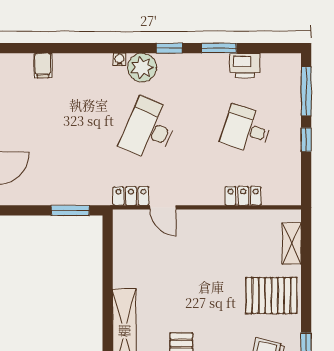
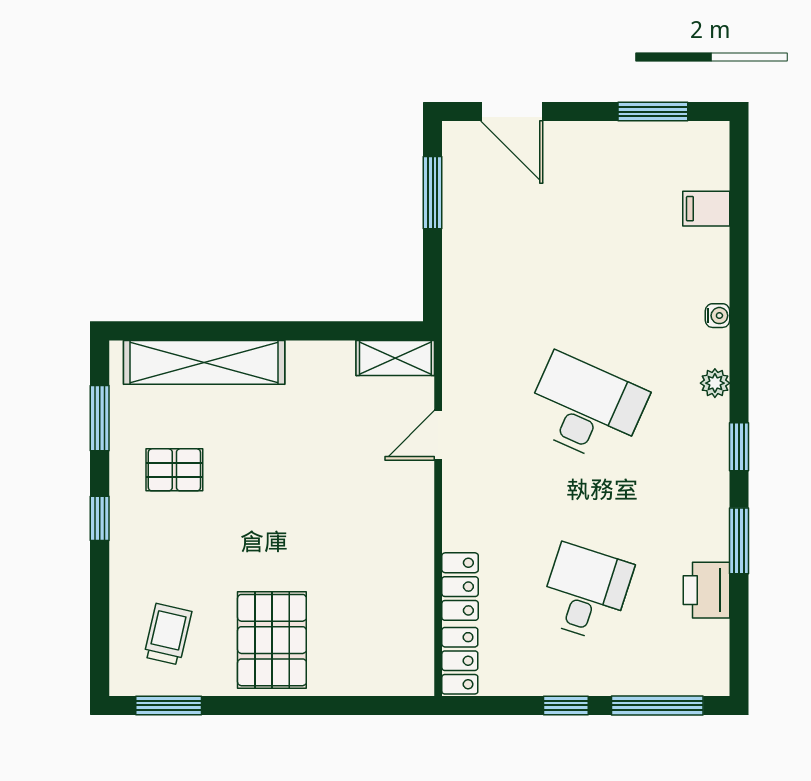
water cooler: (120, 59) -> (717, 316), moved
plant: (142, 68) -> (715, 383), width x0.53, depth x0.53
locker: (131, 196) -> (460, 661), moved
window: (70, 210) -> (433, 193), moved
shelving: (292, 243) -> (395, 358), moved

